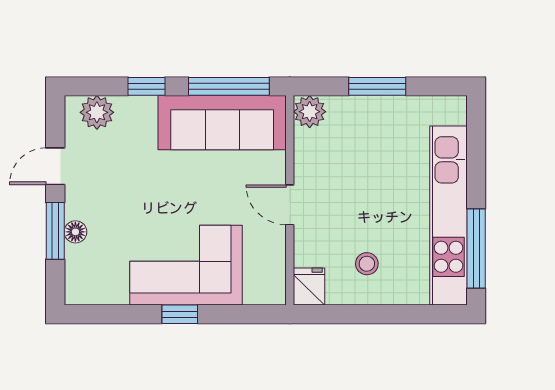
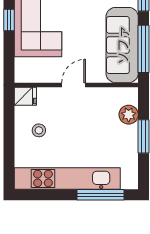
plant: (310, 112) -> (129, 115), moved
window: (476, 248) -> (100, 195), moved

